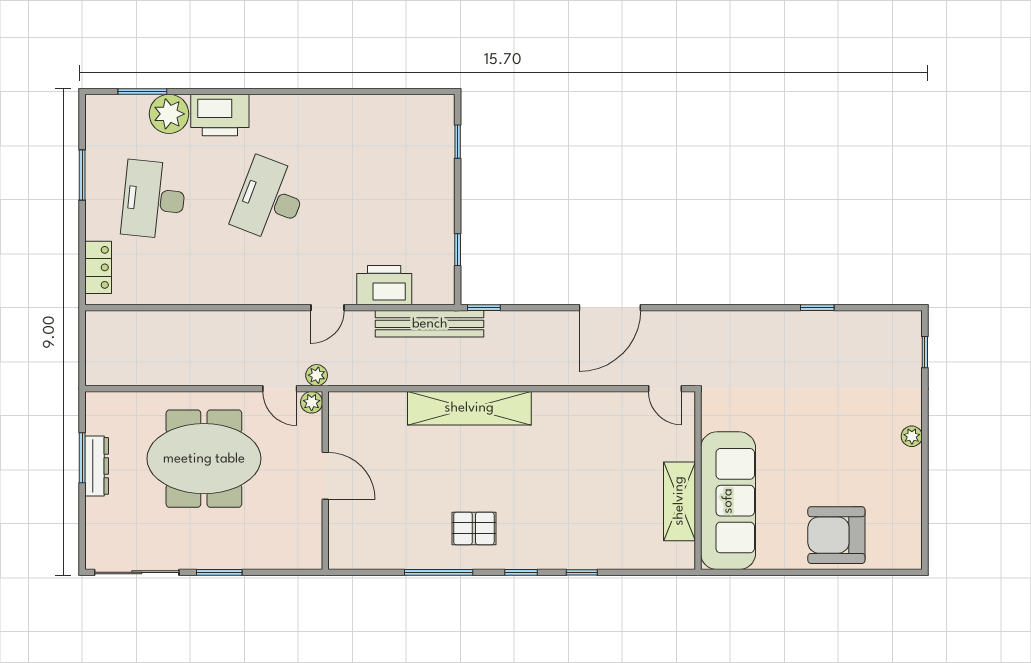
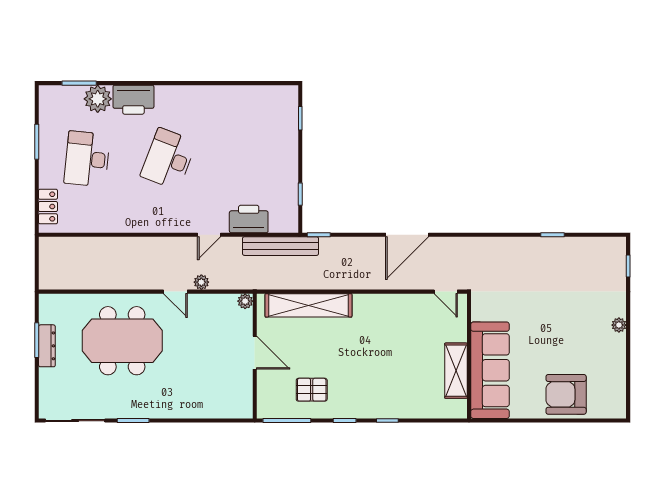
plant: (312, 402) -> (245, 301), moved
door: (325, 476) -> (255, 353), moved
wall: (325, 481) -> (255, 356), moved

